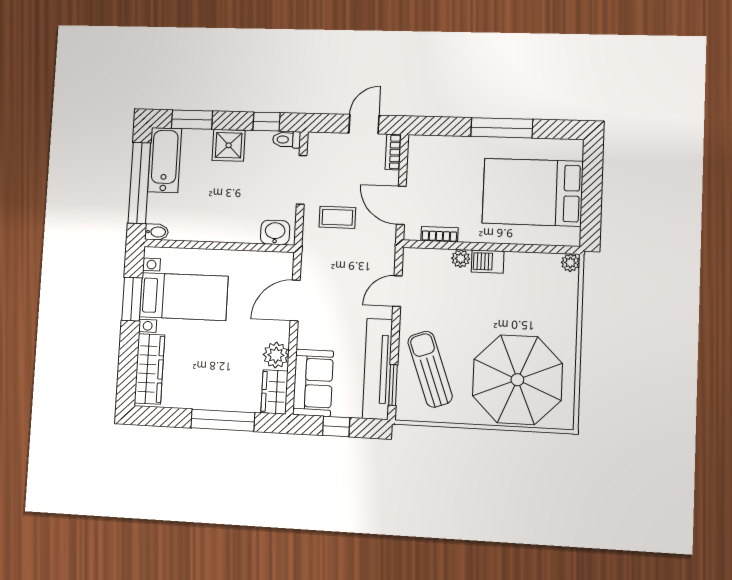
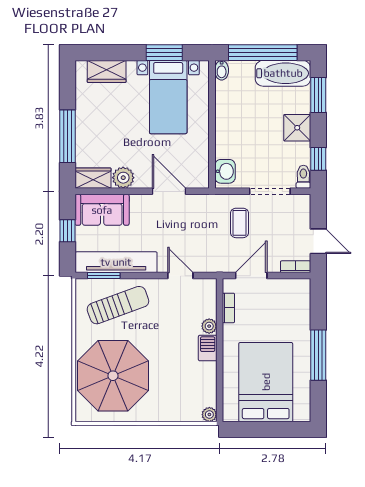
wardrobe: (149, 369) -> (107, 71), width x0.67

